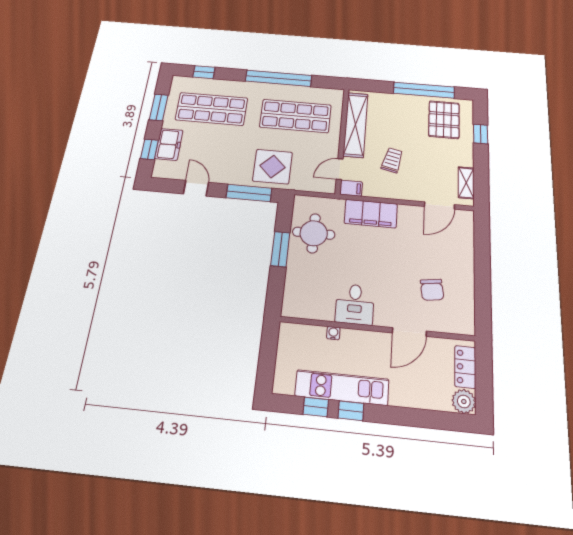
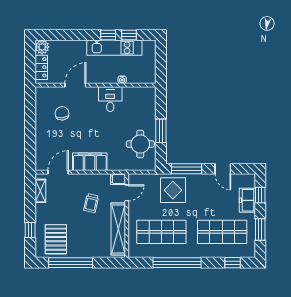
filing cabinet: (371, 214) -> (90, 162), moved

